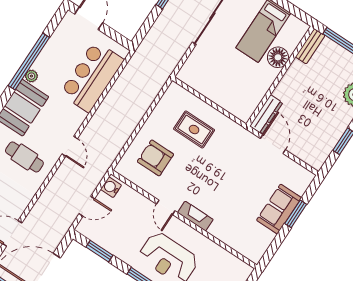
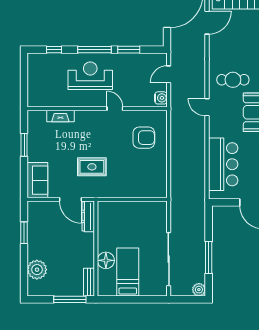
rug: (194, 129) -> (92, 167), moved
sofa: (279, 209) -> (37, 180), moved
window: (296, 214) -> (24, 145), moved
fireplace: (195, 216) -> (60, 116), moved
window: (99, 251) -> (129, 50), moved

